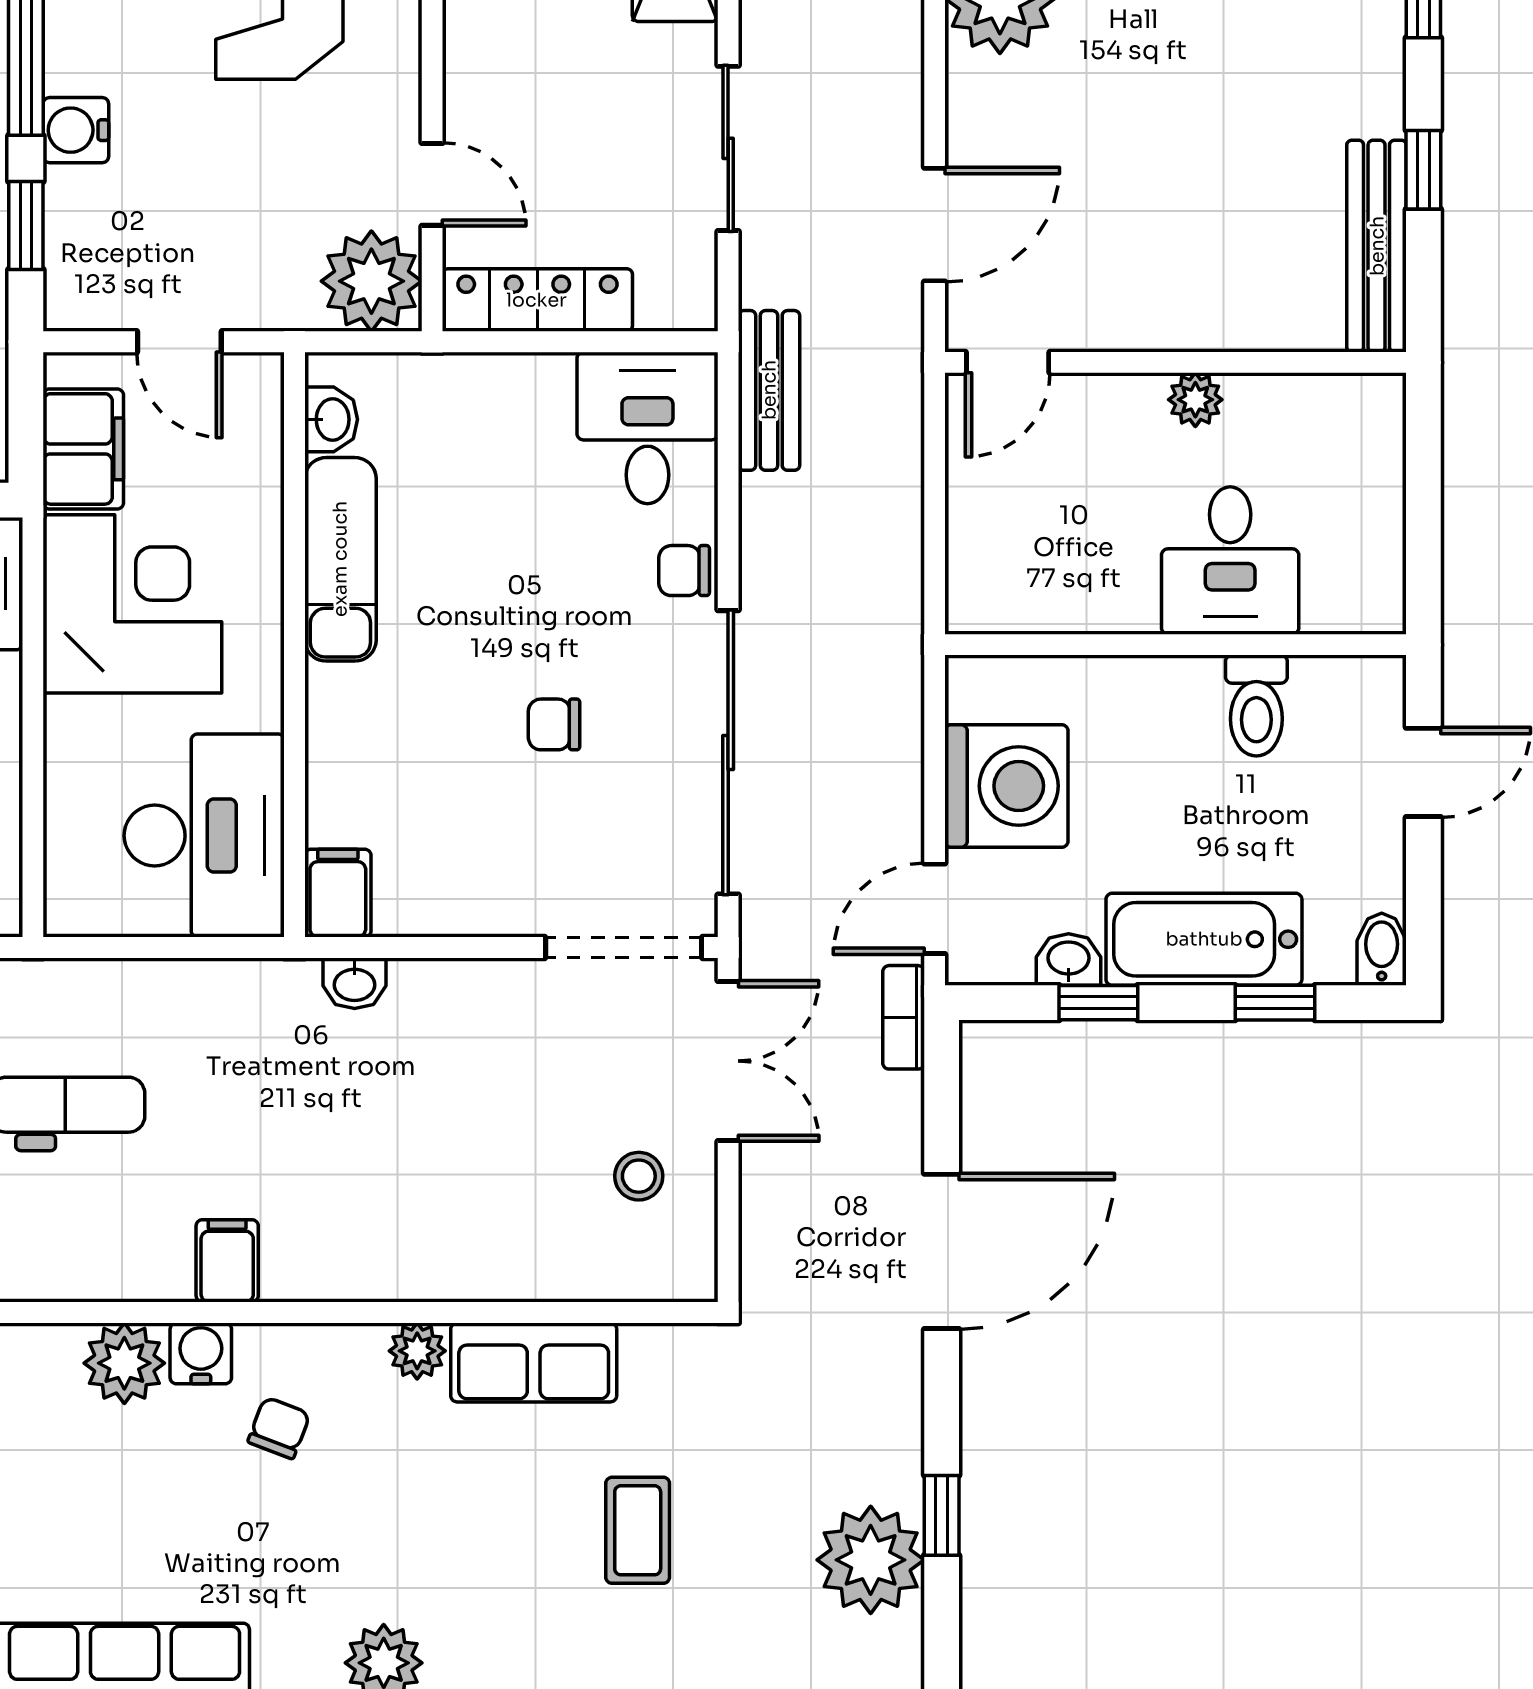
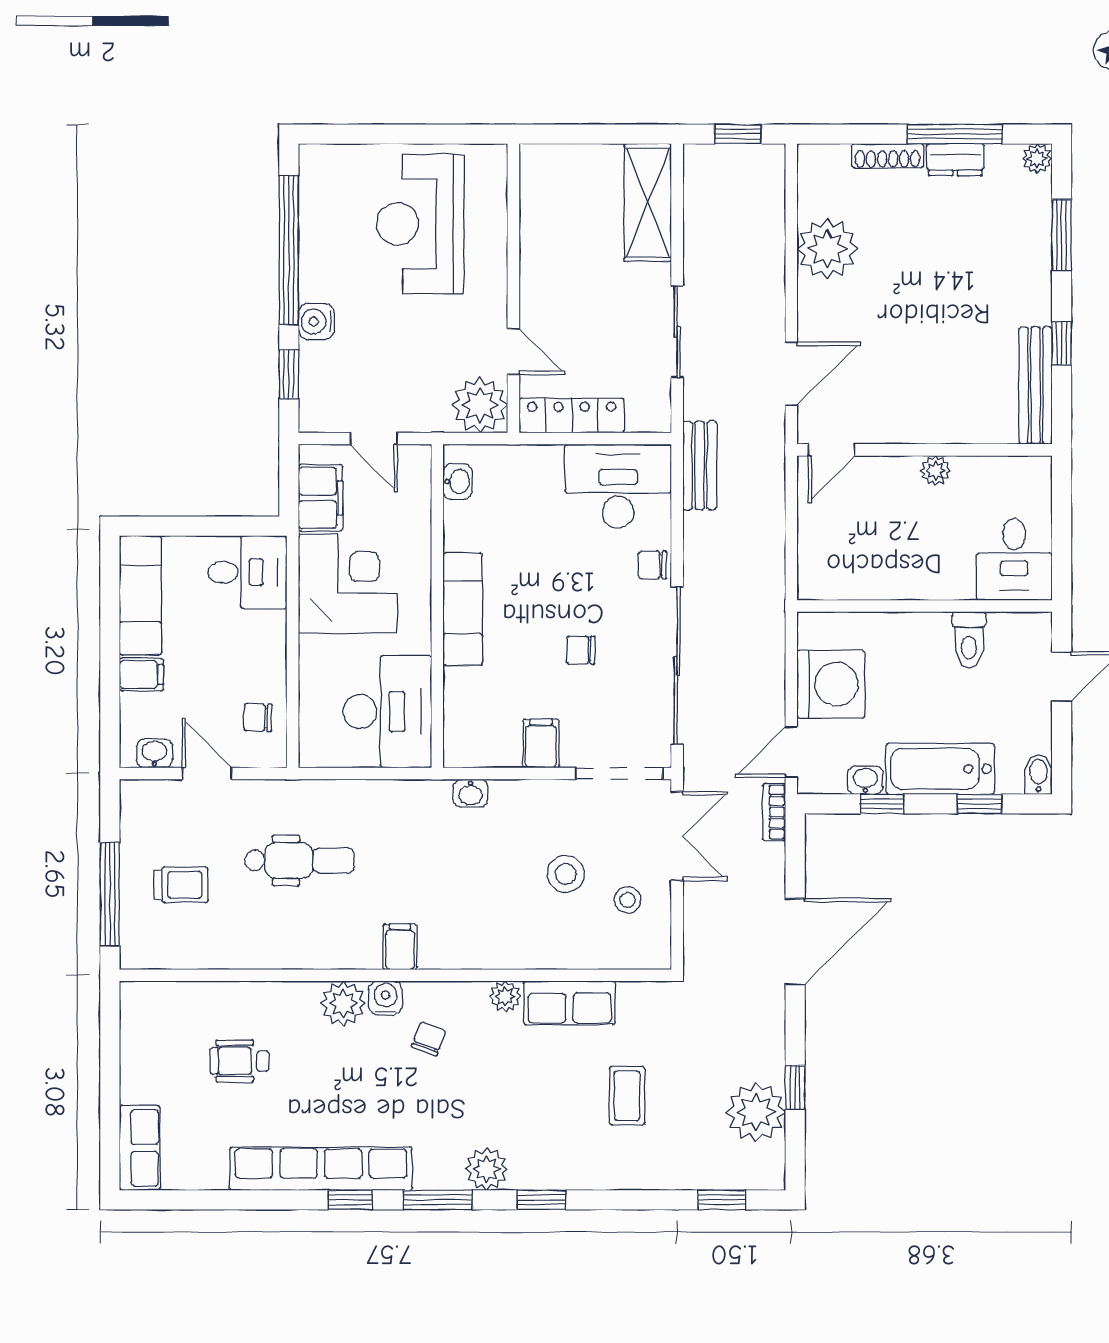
desk: (647, 428) -> (618, 486), width x1.37
exam couch: (340, 559) -> (463, 609), moved
desk: (1230, 560) -> (1014, 559), moved
filing cabinet: (338, 893) -> (541, 743), moved
stool: (527, 1129) -> (566, 874), added

